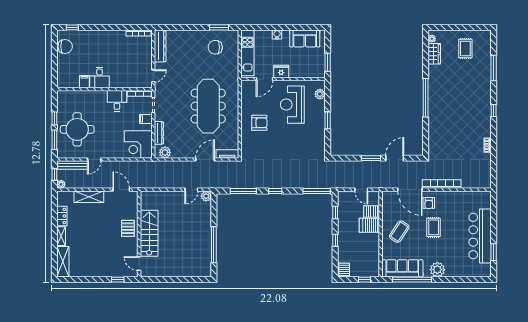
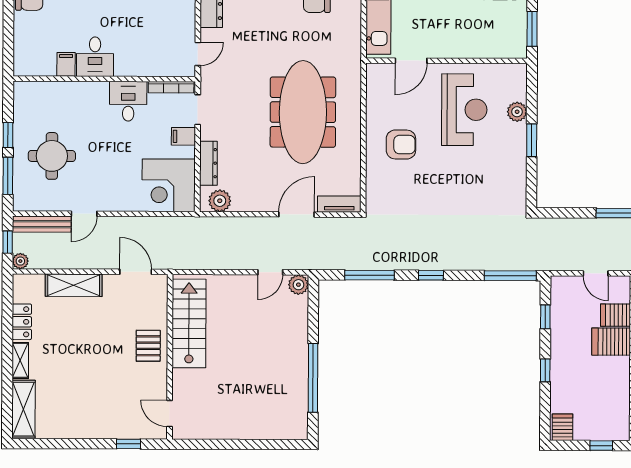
fridge: (281, 71) -> (443, 46), removed
plant: (320, 94) -> (517, 112), moved
reception desk: (292, 105) -> (464, 110), turned 180
round table: (77, 129) -> (52, 156), width x0.73, depth x0.73
stairs: (149, 233) -> (189, 323), moved

